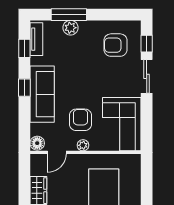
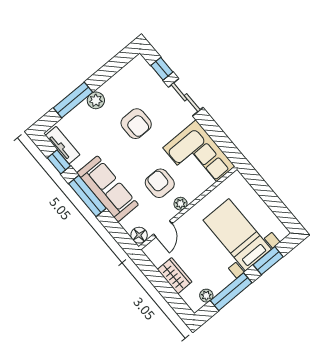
plant: (71, 28) -> (96, 100), moved
armchair: (115, 45) -> (136, 124), moved, turned -90
window: (24, 88) -> (87, 196), width x2.17

